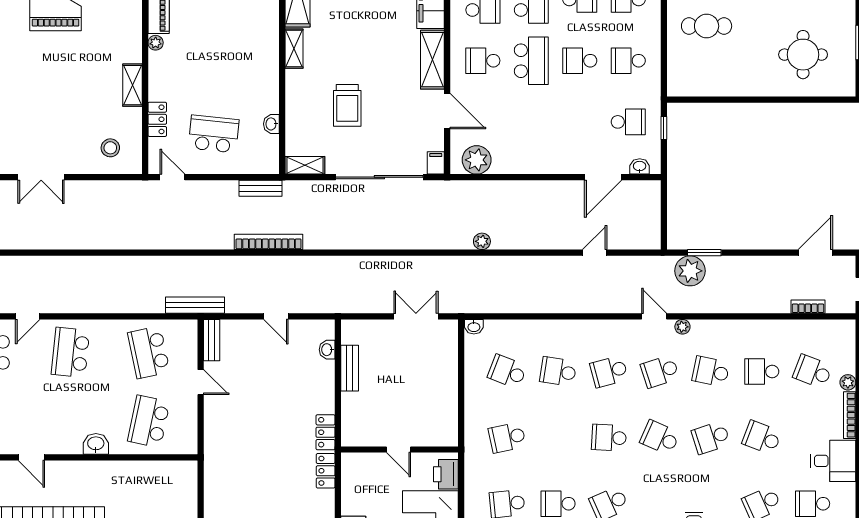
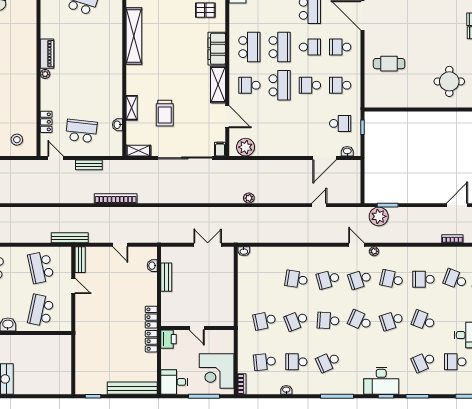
shelving: (294, 49) -> (132, 108), moved
shelving: (133, 85) -> (31, 101), removed
bench: (261, 188) -> (89, 165), moved
school desk: (507, 371) -> (296, 321), moved, turned -42
printer: (446, 474) -> (168, 339), moved, turned 180

